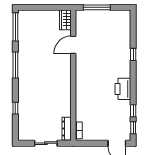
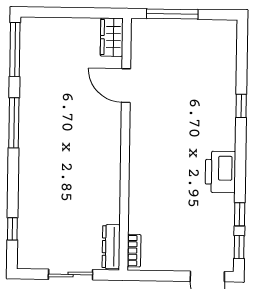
door: (73, 45) -> (126, 86), hinge flipped
window: (15, 108) -> (12, 229), moved

